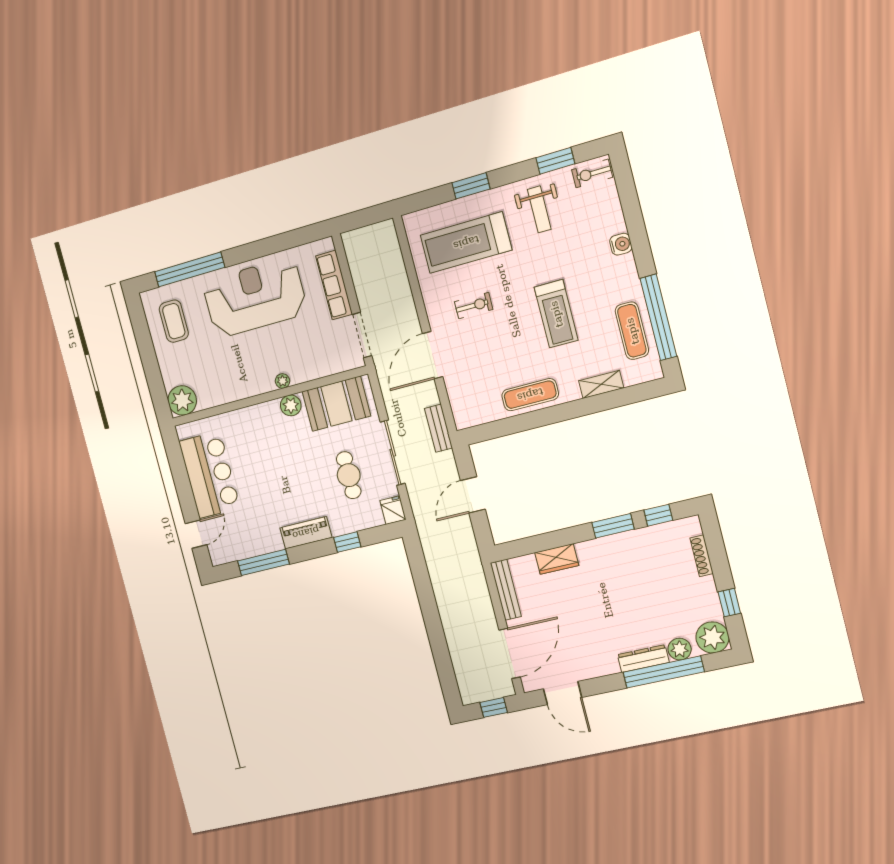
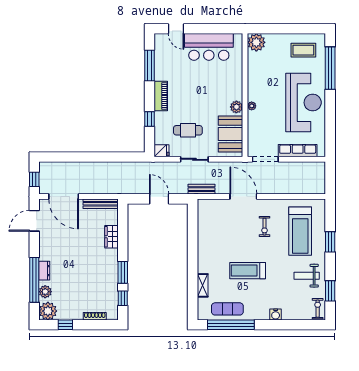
treadmill: (466, 243) -> (300, 231), turned 180
exercise mat: (530, 395) -> (207, 245), removed
sliding door: (393, 453) -> (194, 159), width x0.73
dresser: (643, 659) -> (44, 271), width x0.70

